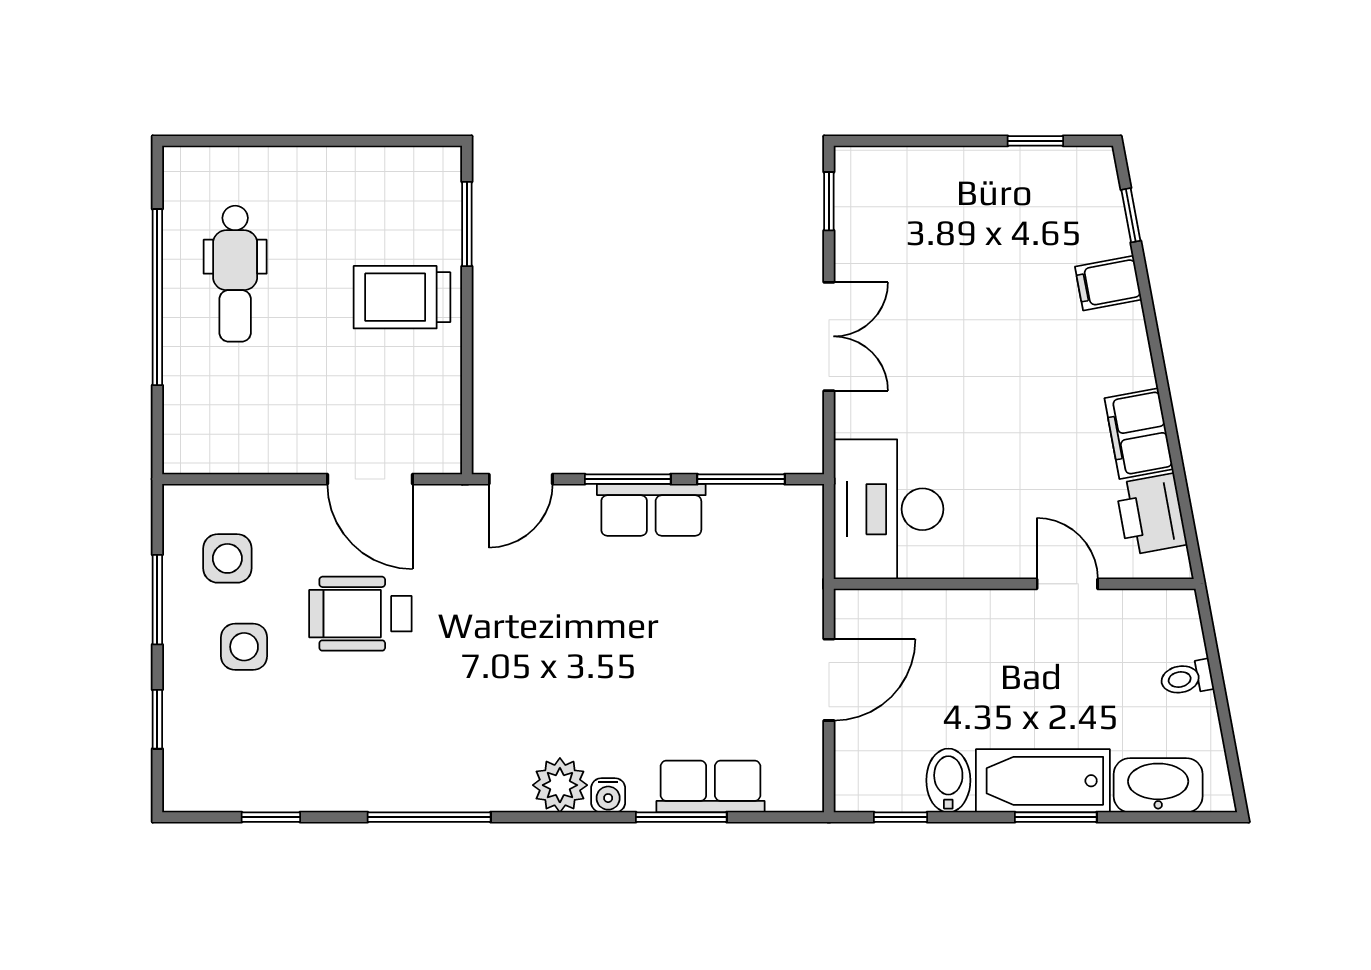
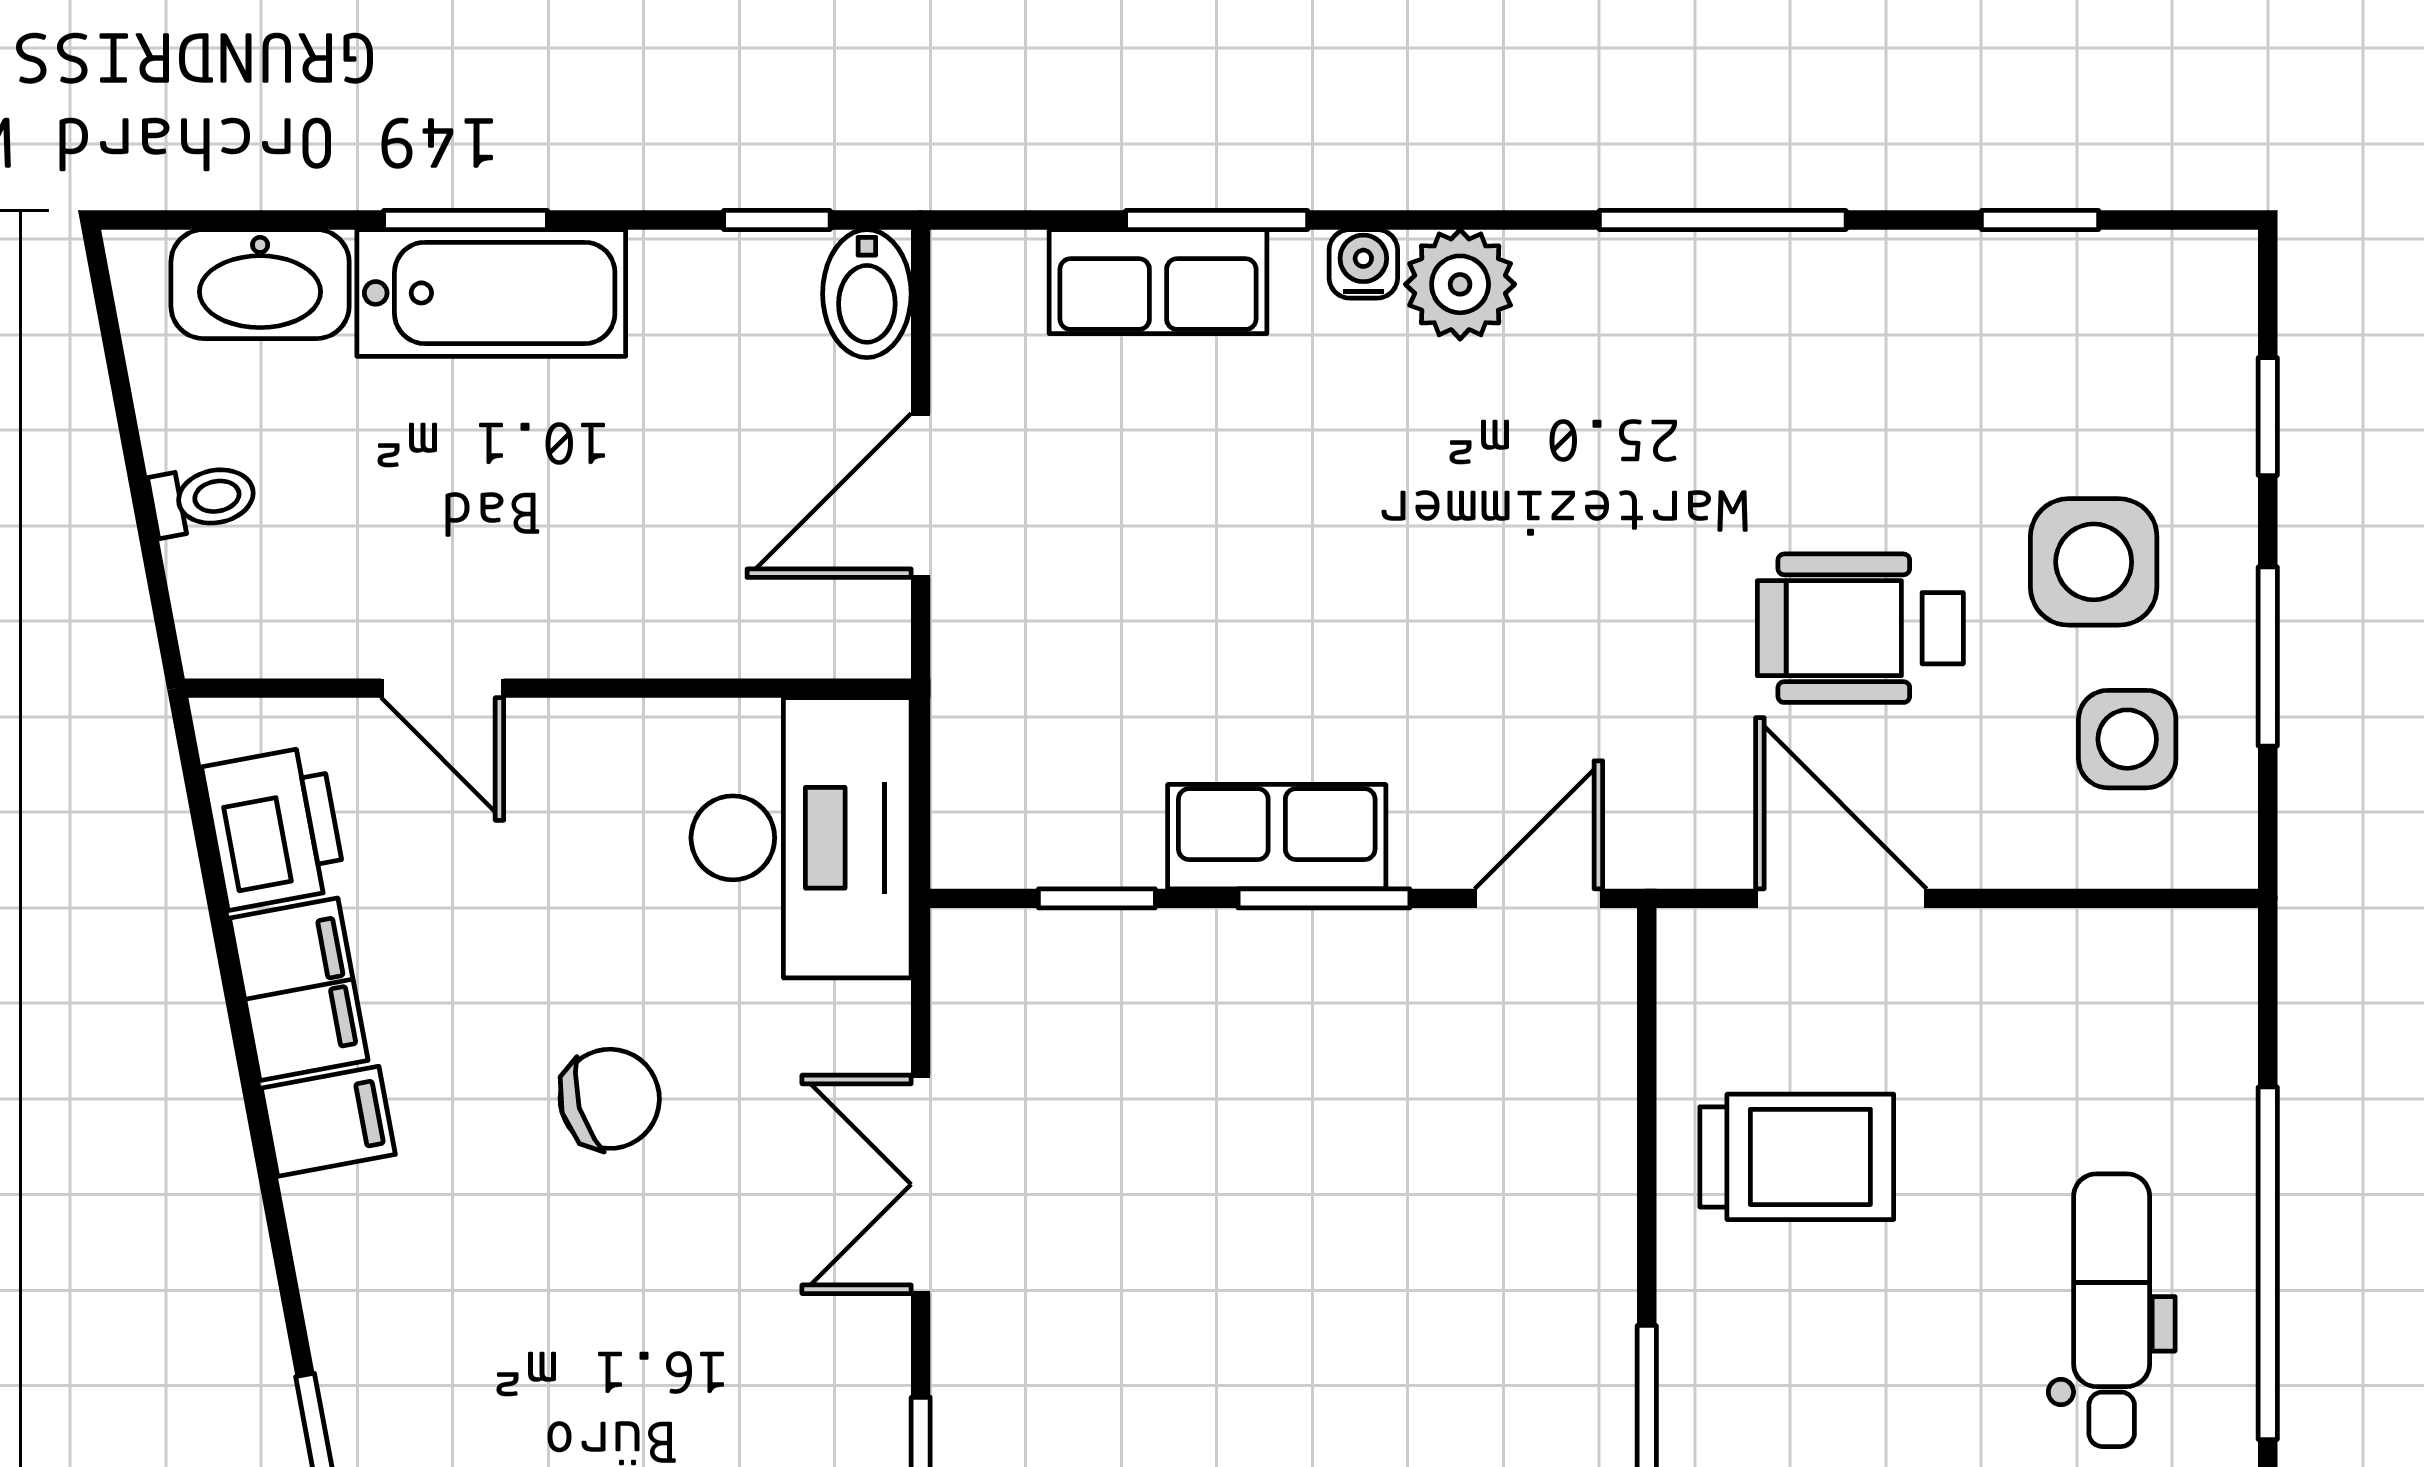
filing cabinet: (1108, 283) -> (328, 1121), moved
trolley: (402, 297) -> (1797, 1157), moved
chair: (984, 379) -> (610, 1099), added
window: (741, 479) -> (1097, 898), width x0.67
wheelchair: (360, 614) -> (1860, 628), turned 180
side table: (244, 647) -> (2094, 562), width x1.37, depth x1.37
bidet: (948, 780) -> (867, 294), moved

